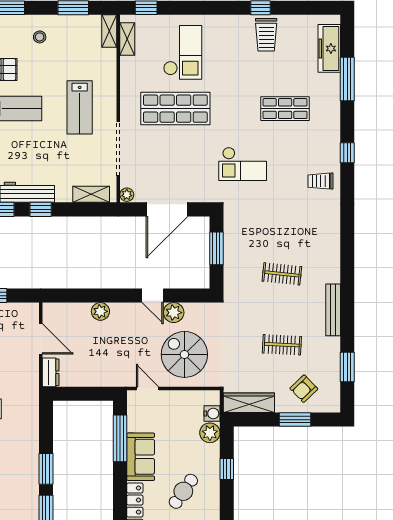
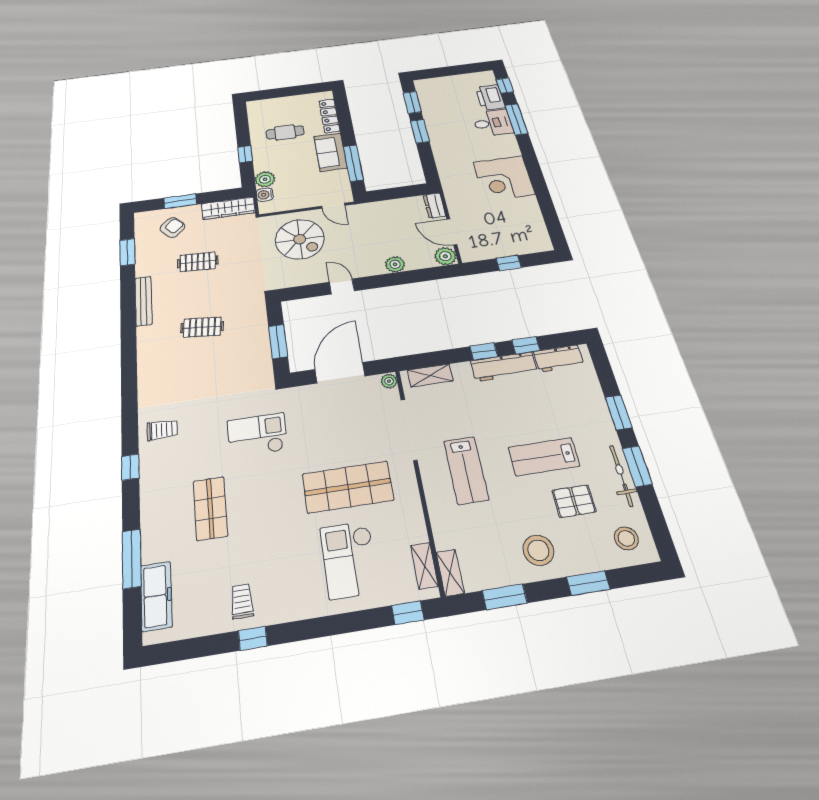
trolley: (266, 35) -> (242, 601), width x0.73, depth x0.72
stool: (40, 37) -> (538, 550), width x1.89, depth x1.89
lab bench: (80, 107) -> (466, 470), turned 180
shop shelf: (285, 109) -> (210, 508), turned 90
plant: (174, 313) -> (445, 256), moved
cafe table: (183, 491) -> (285, 132), turned 55

